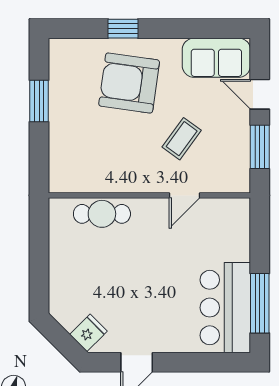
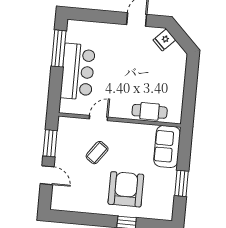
sofa: (216, 58) -> (167, 147), moved, turned -90
armchair: (129, 83) -> (126, 189), turned -98
bar counter: (225, 308) -> (78, 72), moved

